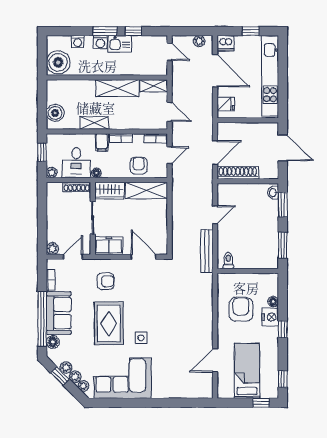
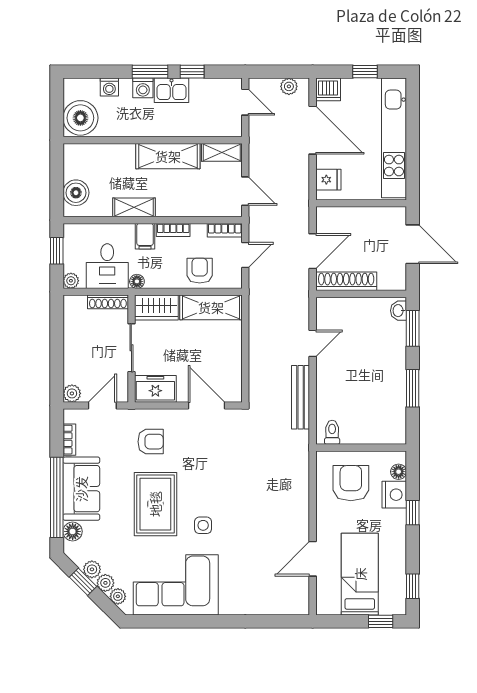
toilet: (228, 261) -> (332, 432), moved
wall: (248, 271) -> (361, 448), moved

